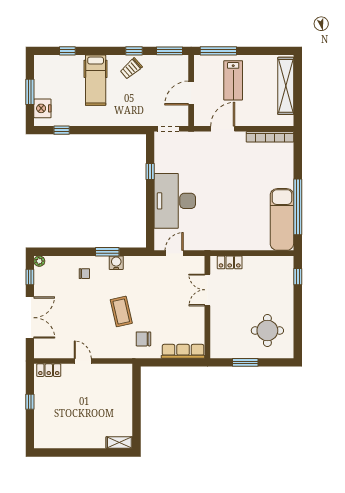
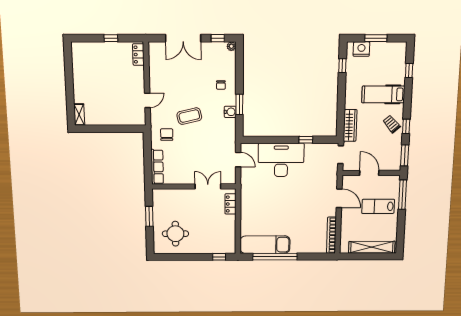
wardrobe: (133, 119) -> (350, 125), added
door: (83, 361) -> (147, 100), moved

